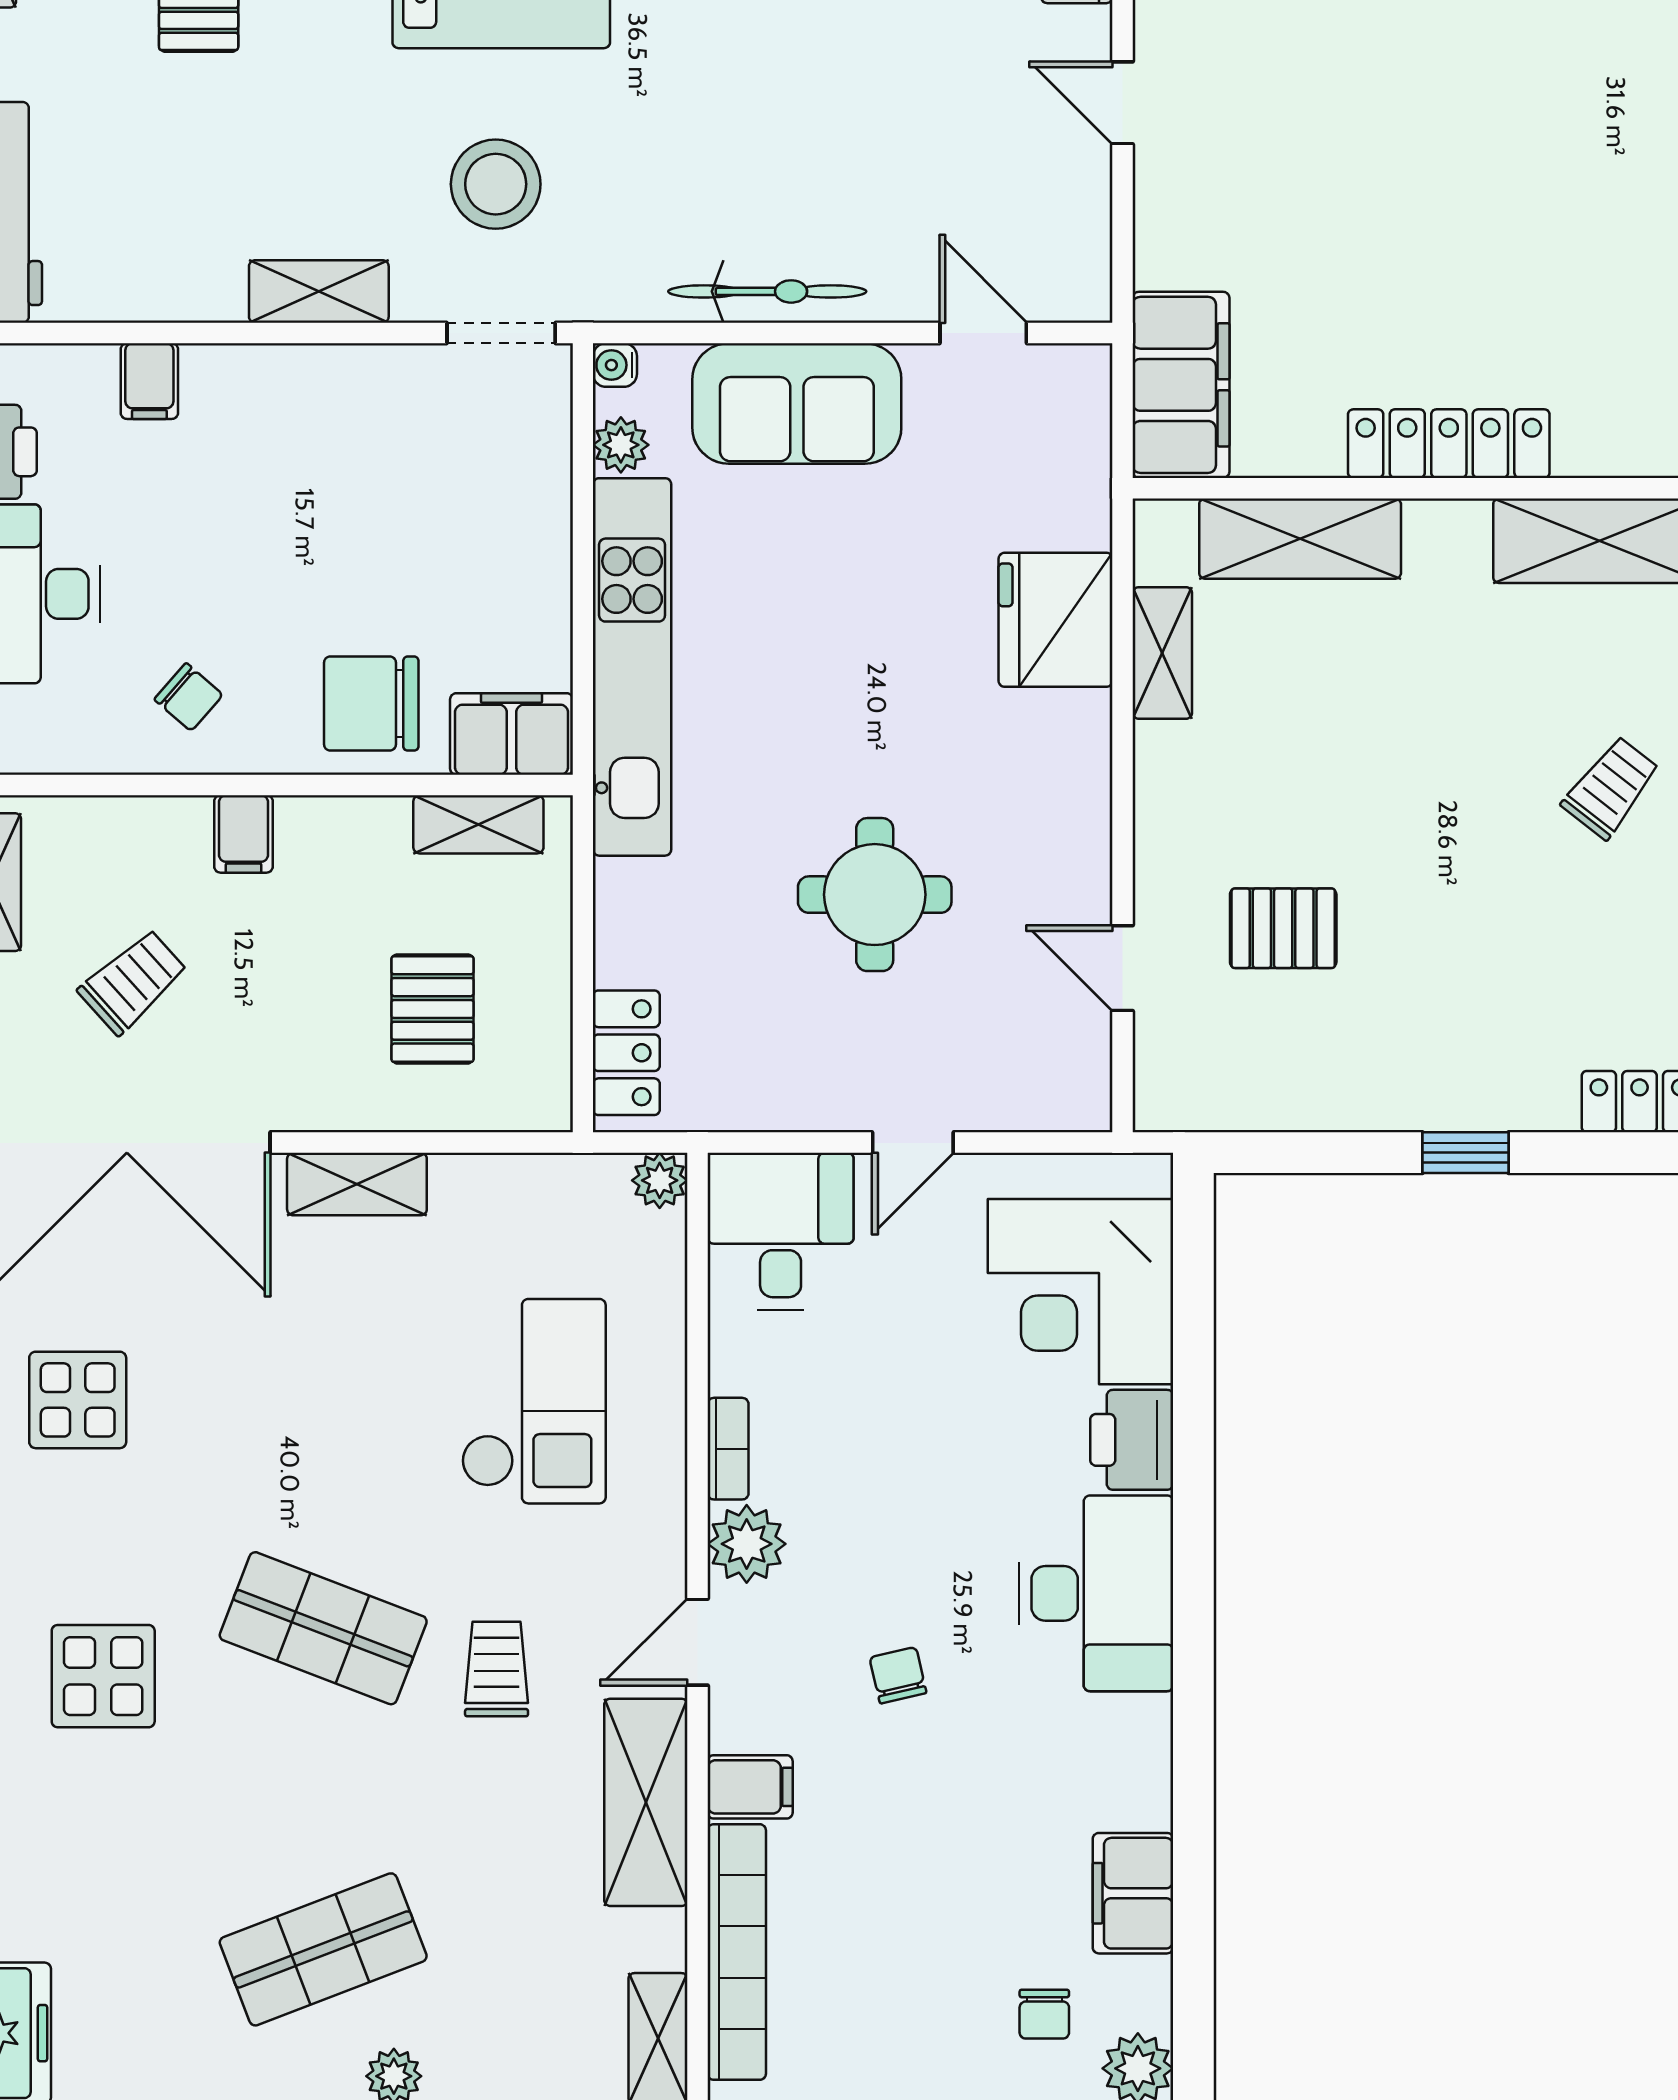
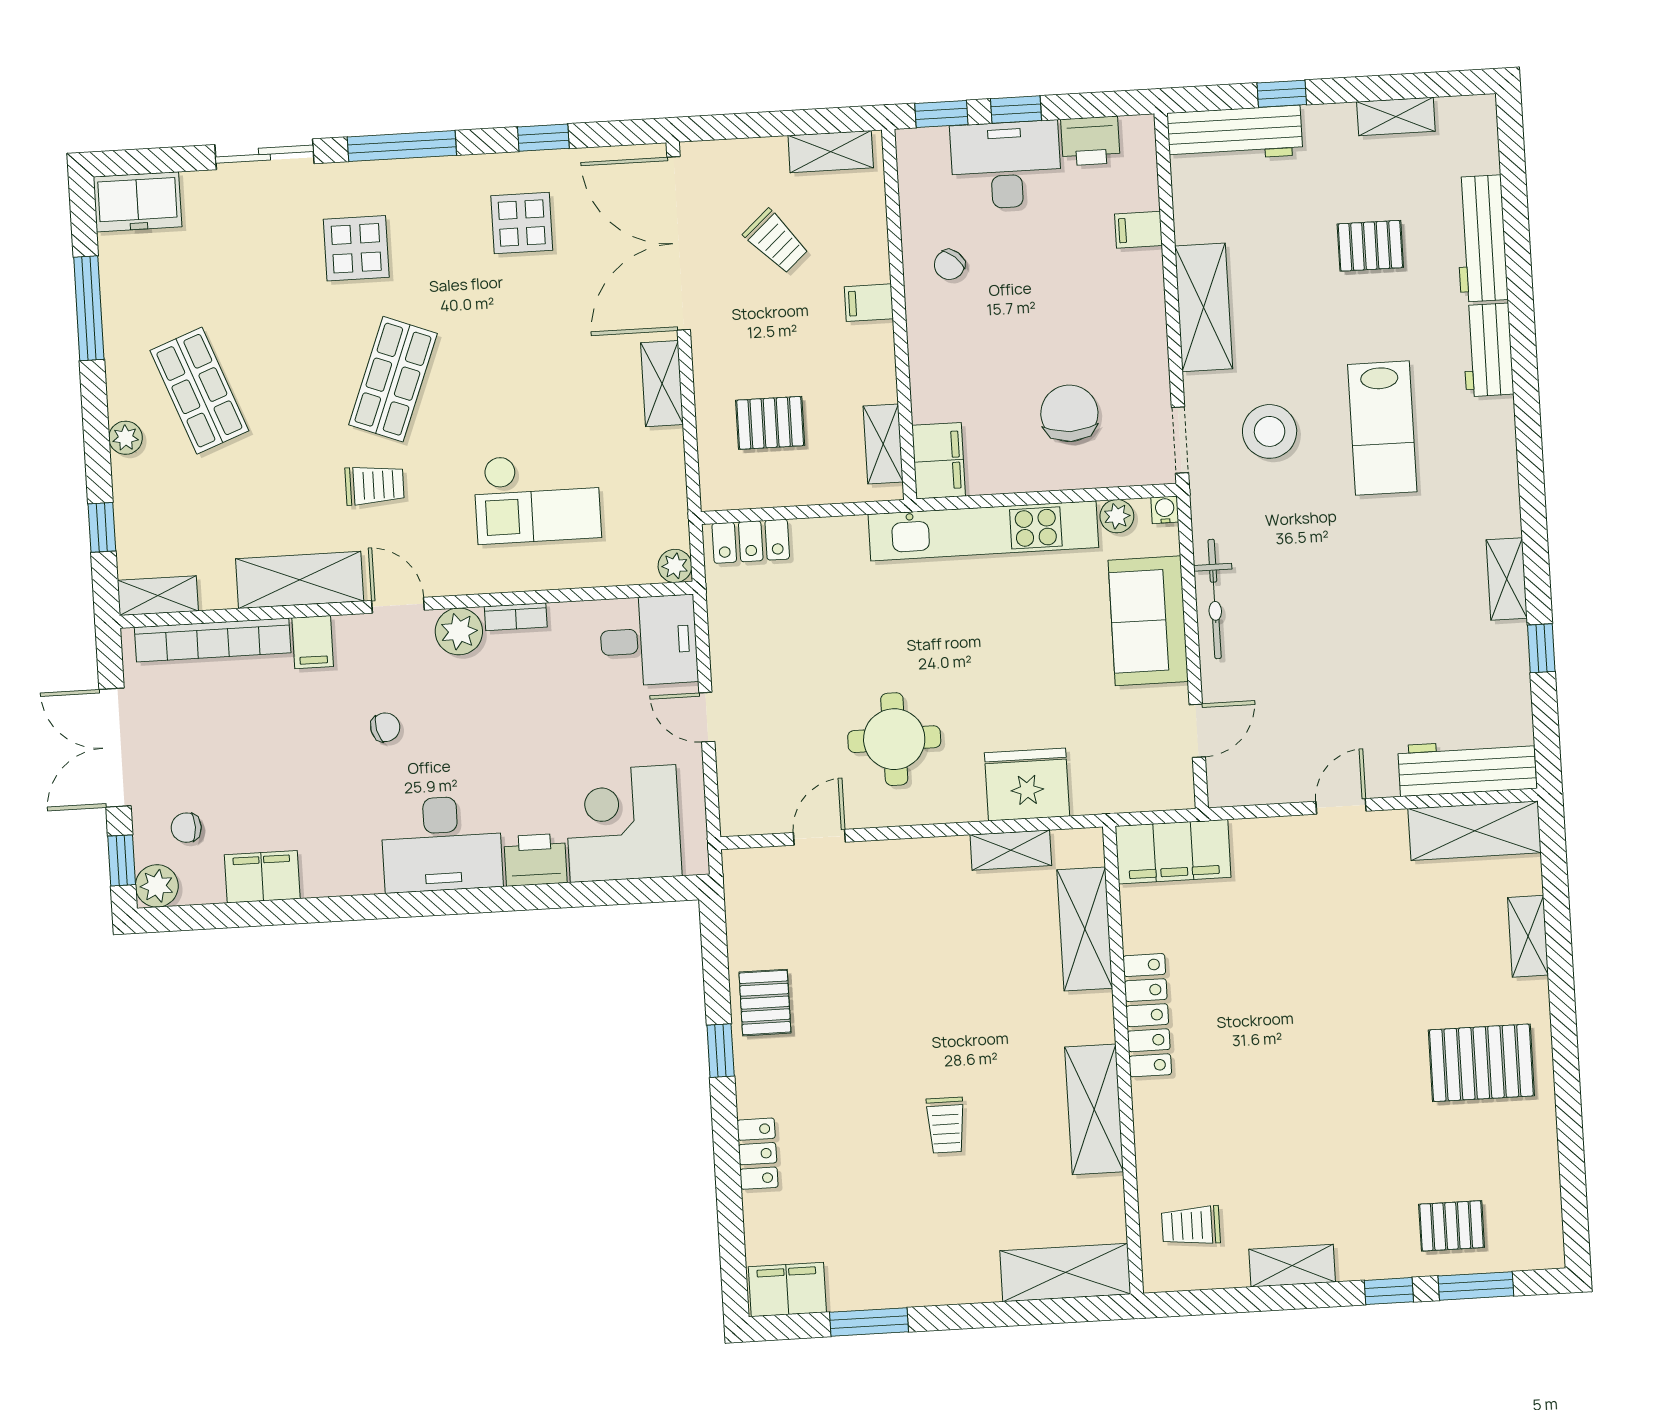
shelving: (319, 291) -> (1204, 307), width x1.50, depth x1.33
chair: (371, 704) -> (1069, 413), moved
trolley: (1611, 788) -> (946, 1125), turned 52
round table: (875, 895) -> (894, 739), moved
pallet: (1283, 928) -> (765, 1003), moved

